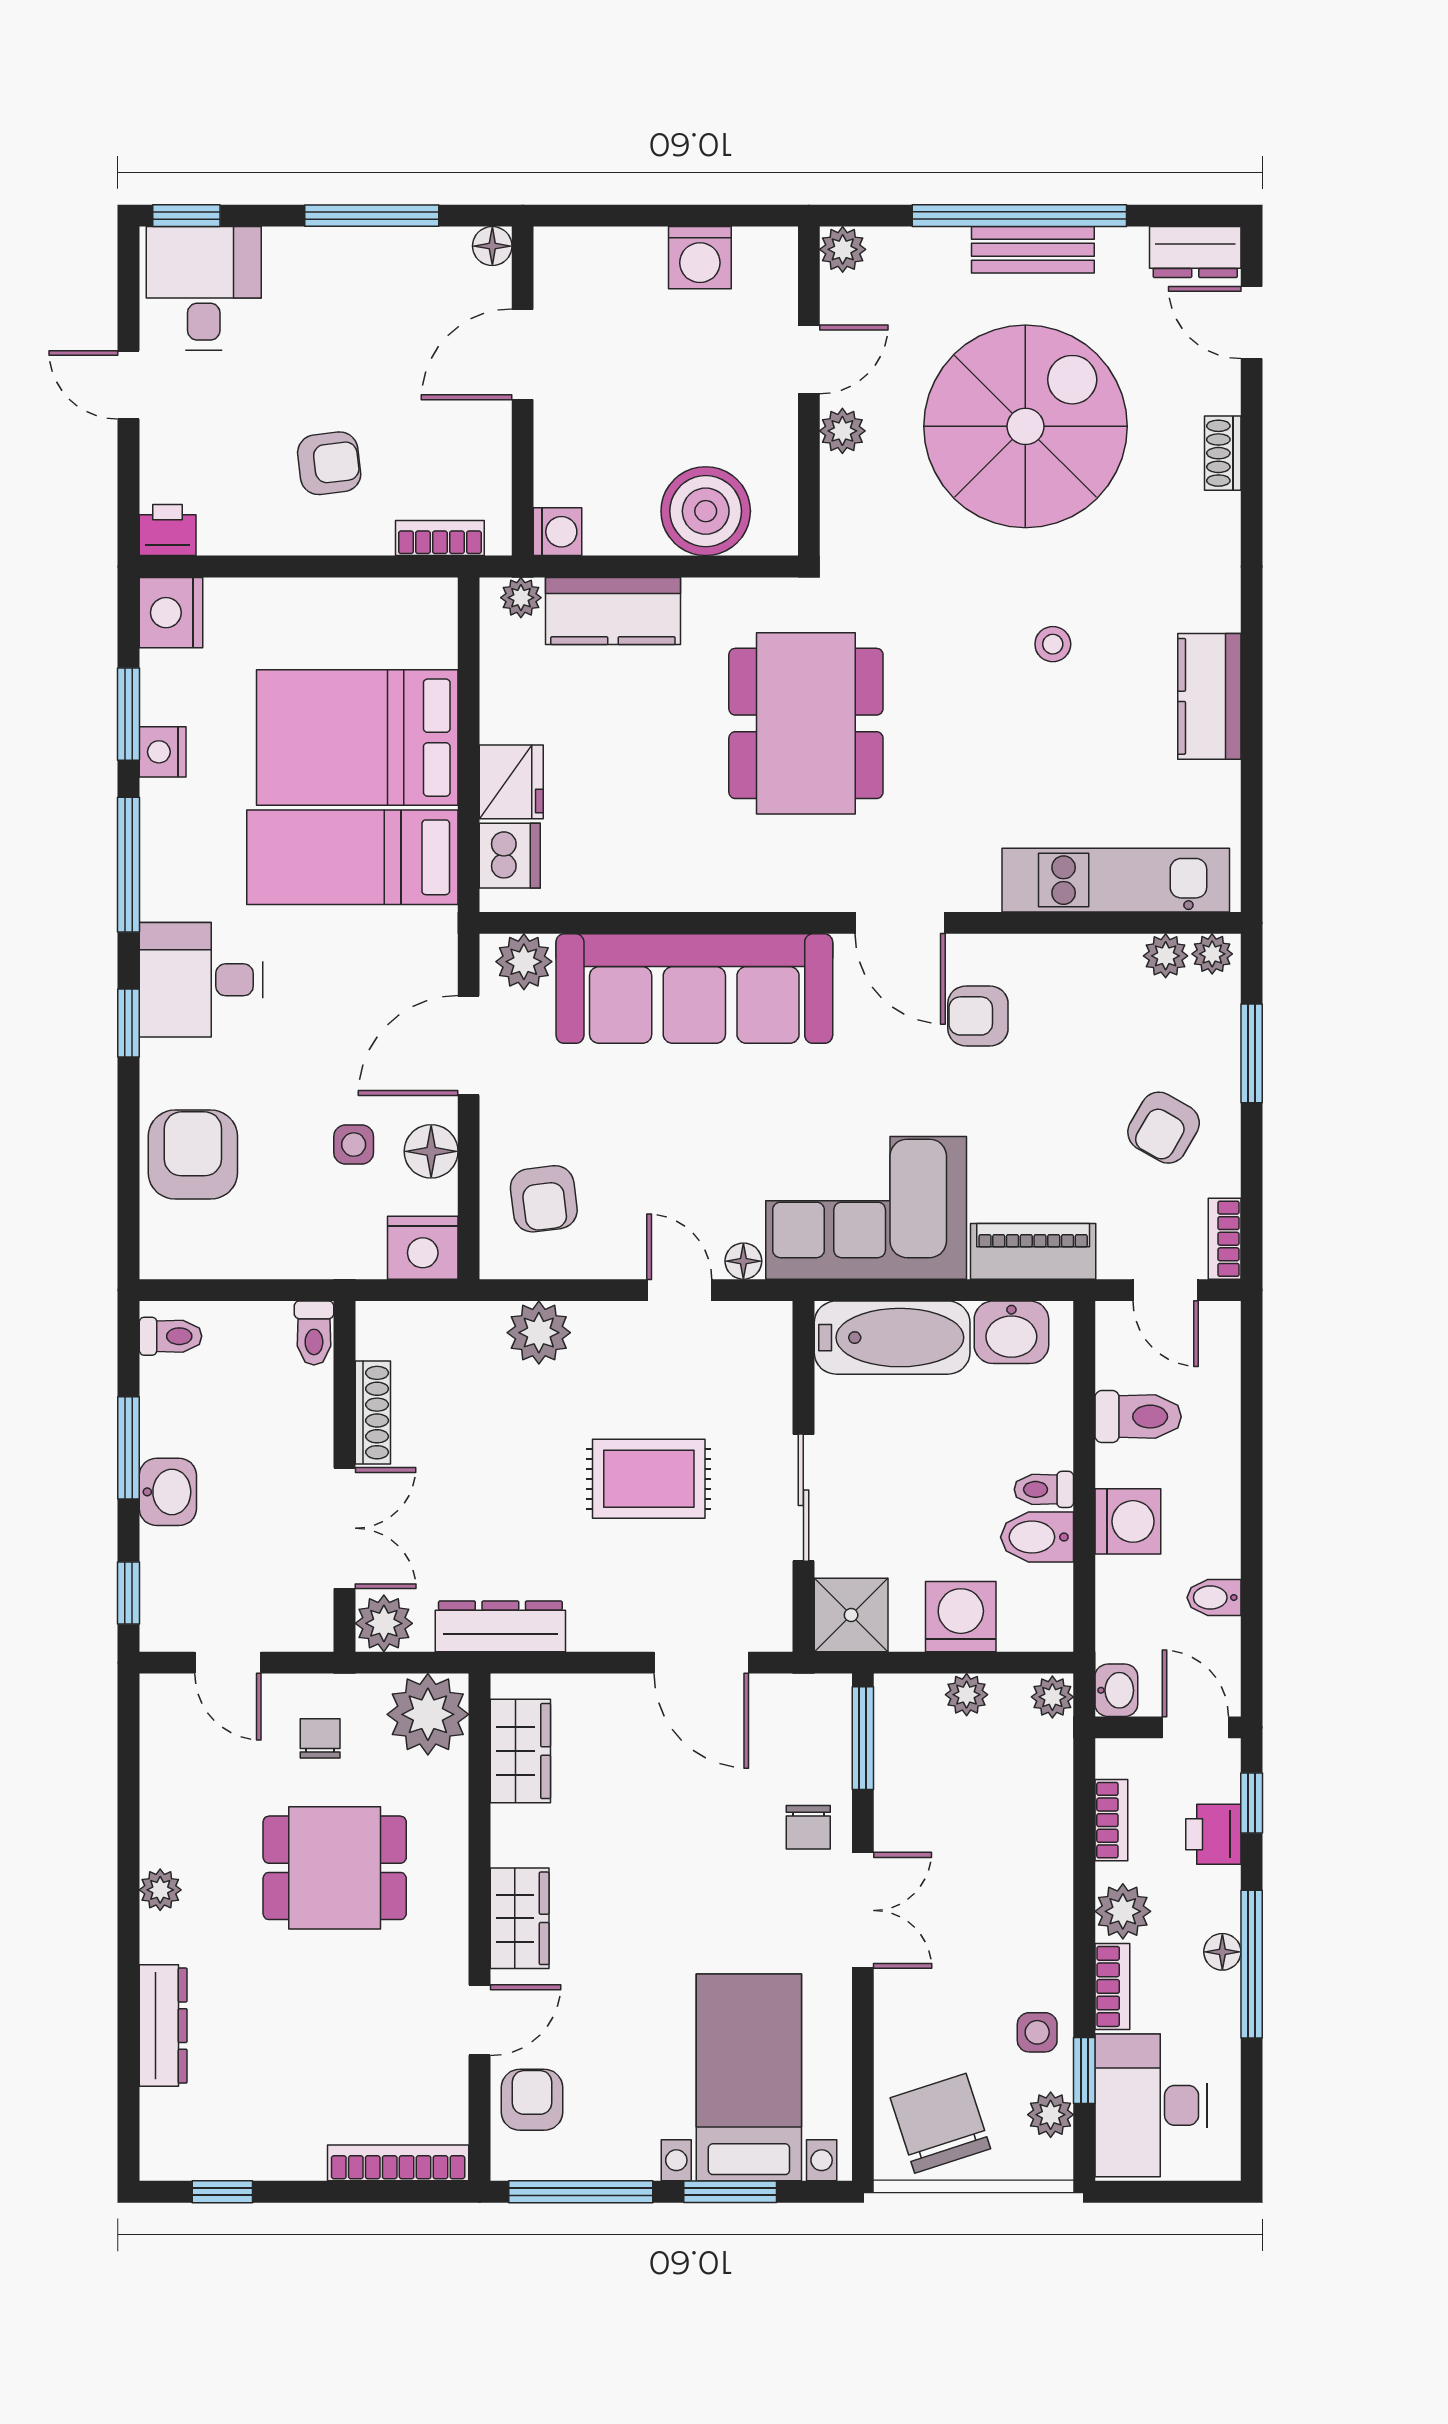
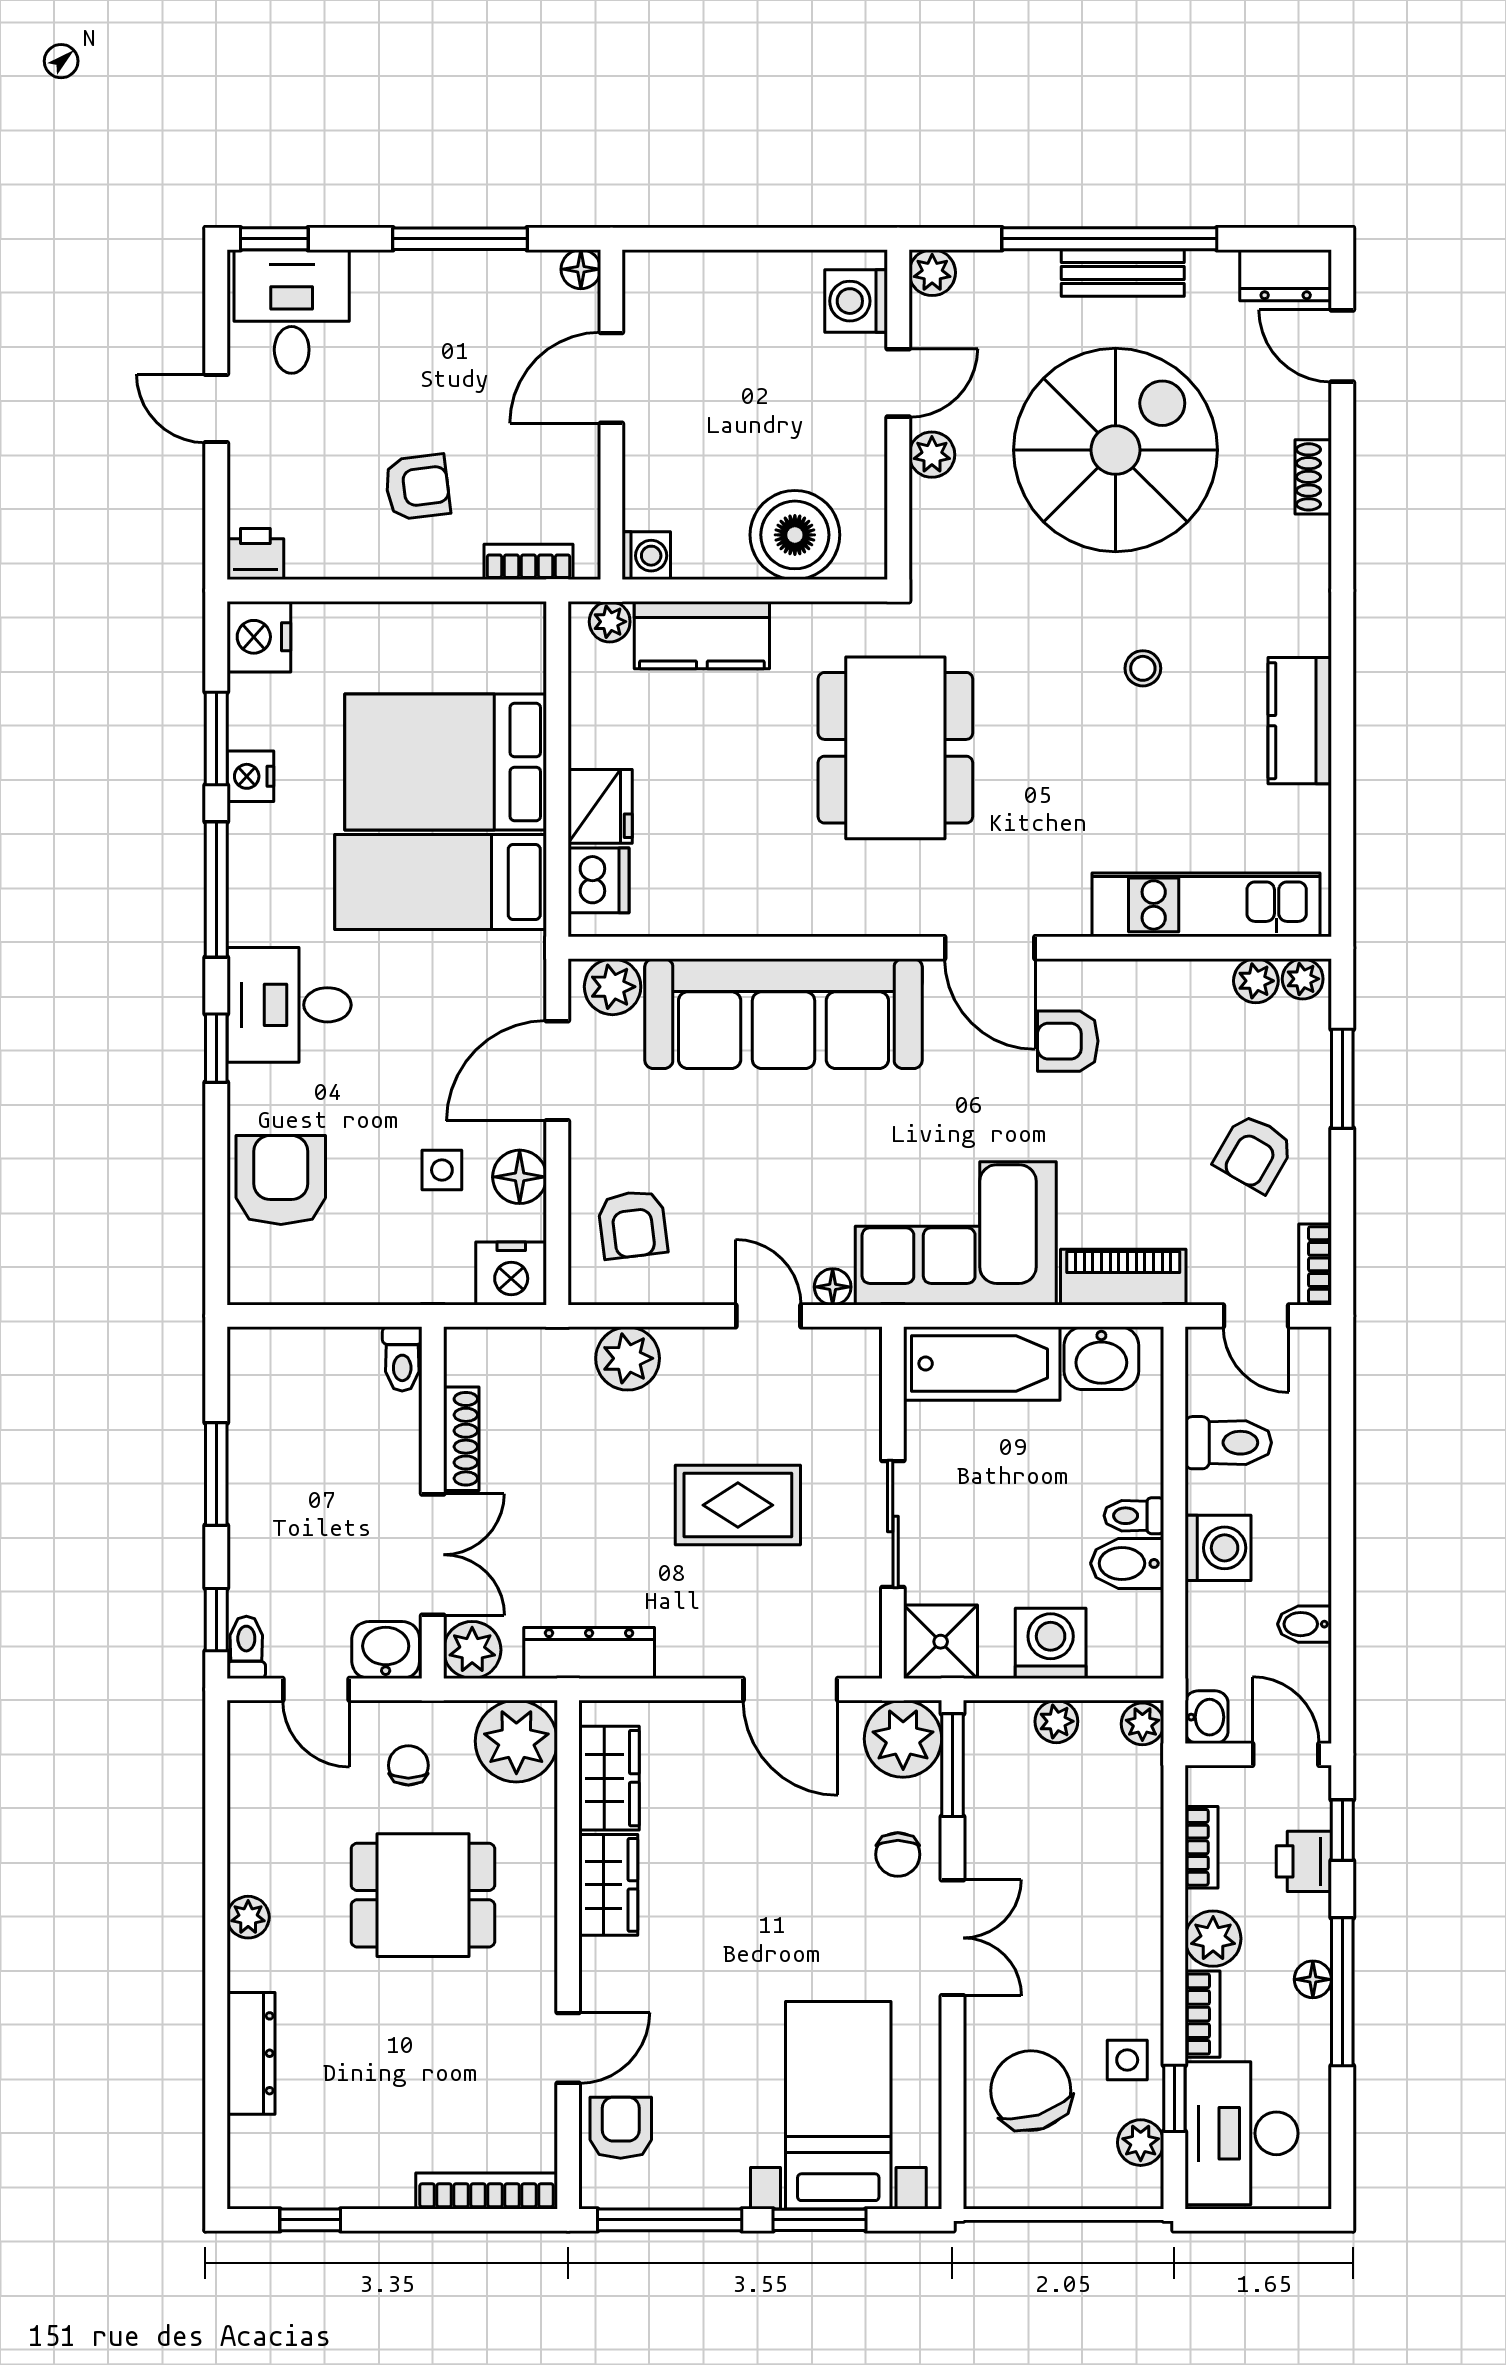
washing machine: (700, 258) -> (856, 301), moved, turned 90
toilet: (171, 1336) -> (246, 1647), moved, turned -90
washbasin: (168, 1492) -> (386, 1650), moved, turned -90
plant: (814, 1712) -> (903, 1739), added
wardrobe: (520, 1918) -> (608, 1885), moved
chair: (940, 2123) -> (1031, 2091), moved

